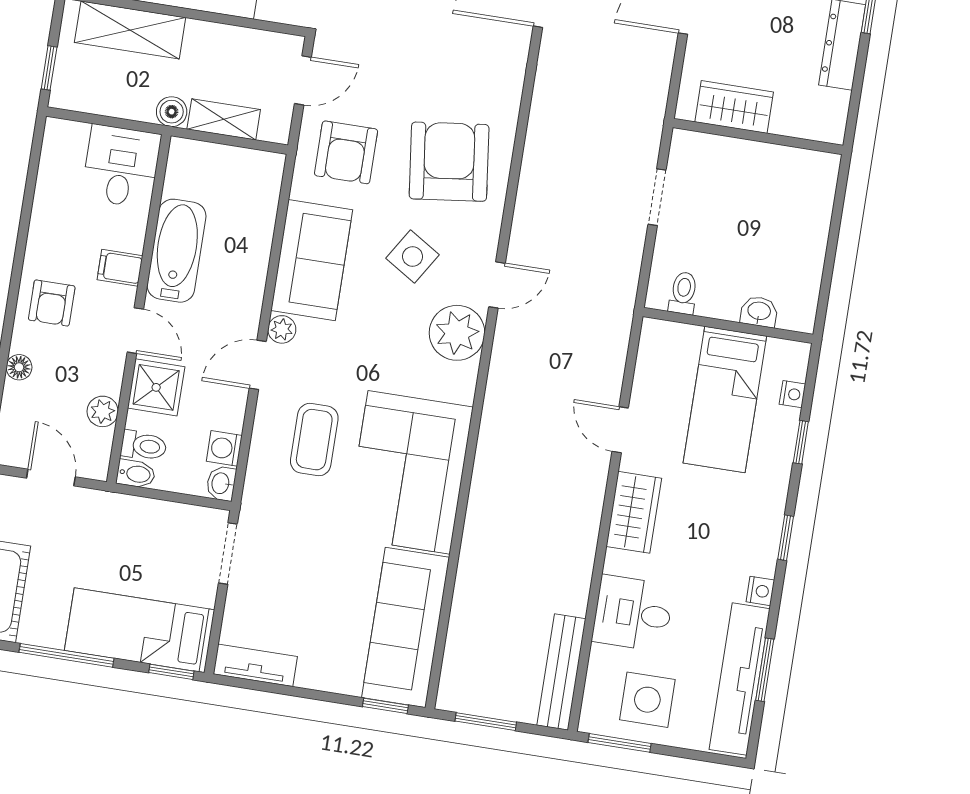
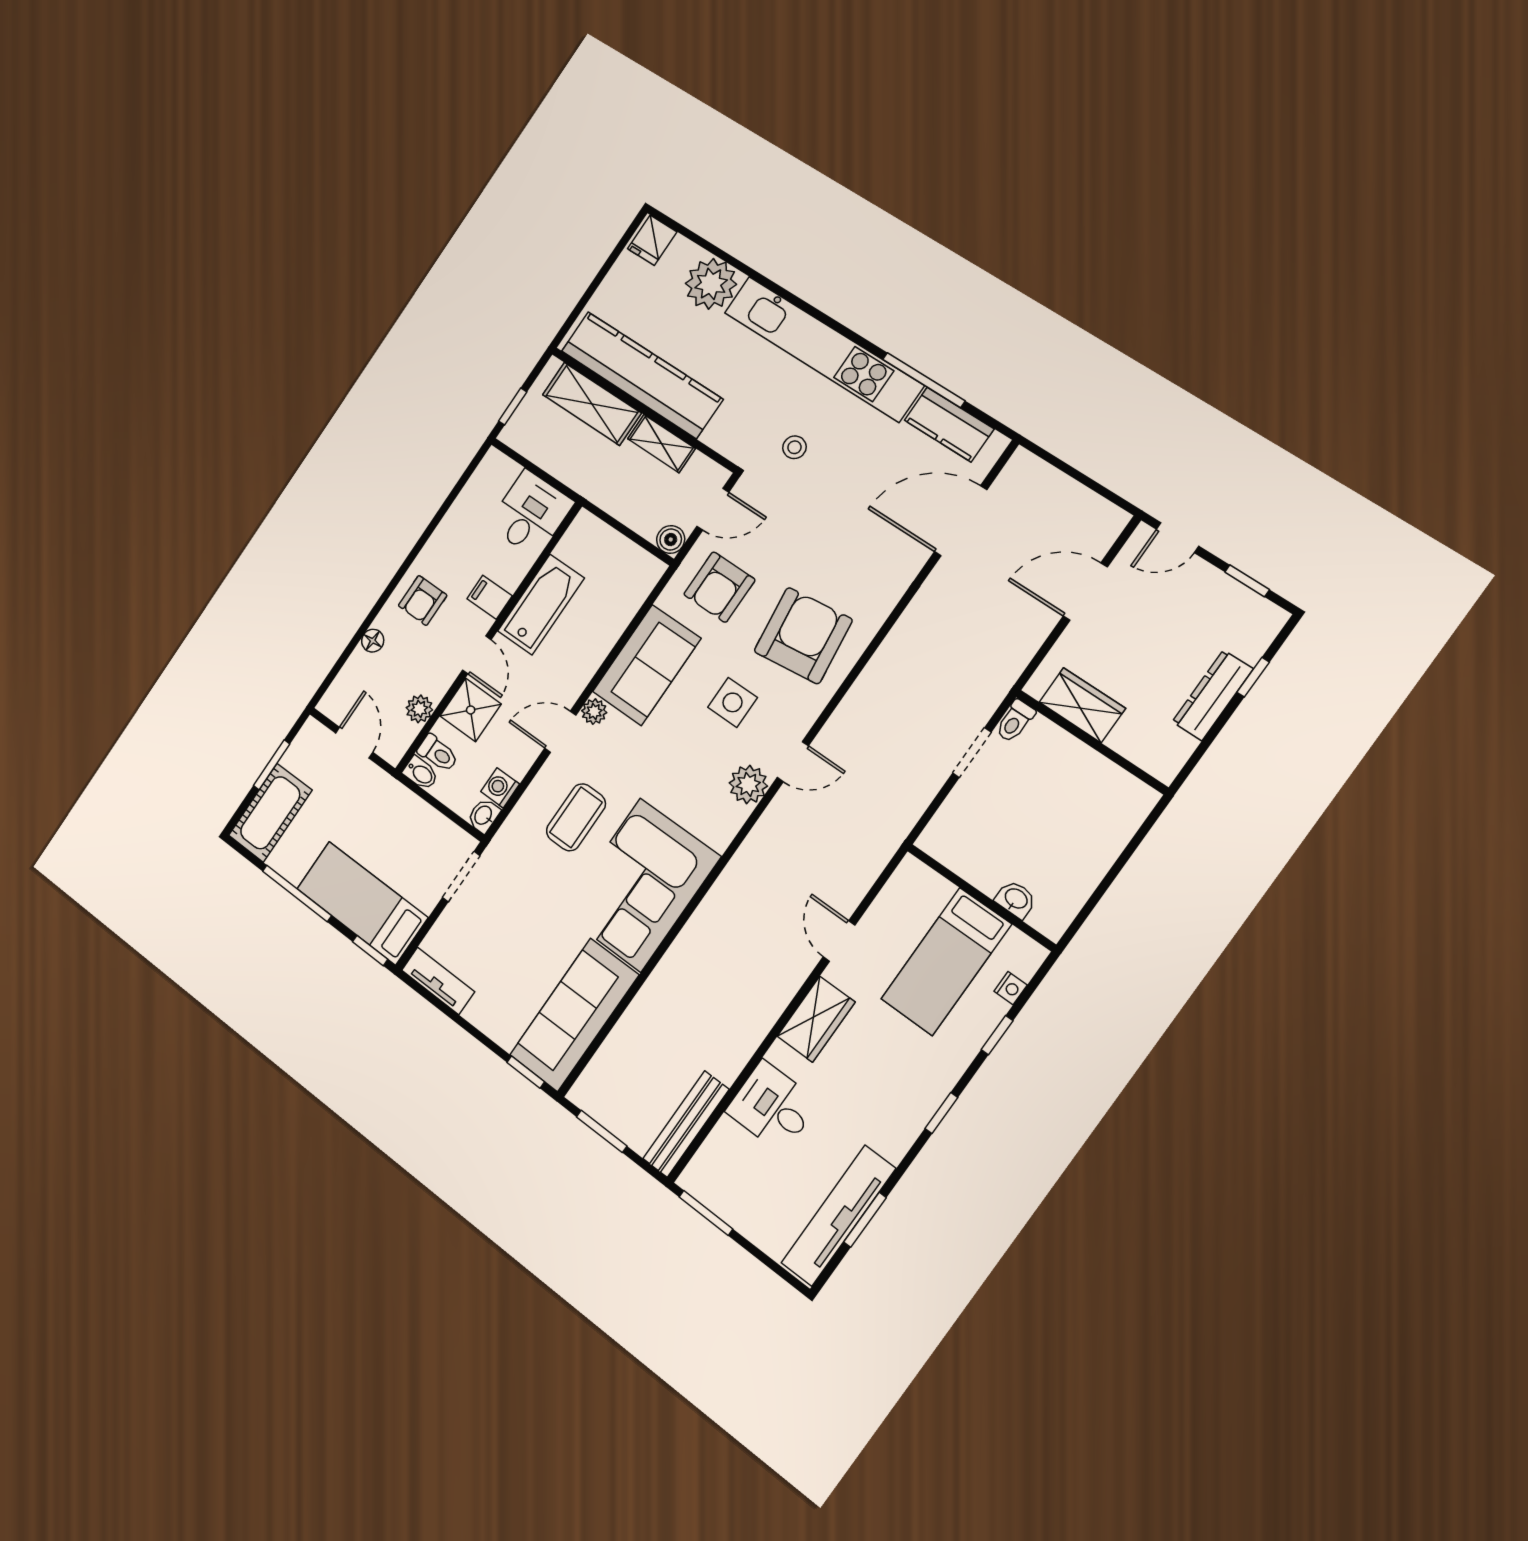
boiler: (172, 112) -> (671, 540), moved
shelving: (224, 119) -> (661, 444), moved
side table: (413, 257) -> (732, 702), turned -32
toilet: (683, 293) -> (1015, 721), moved, turned 180
plant: (457, 333) -> (748, 784), width x0.73, depth x0.73
nightstand: (760, 591) -> (895, 1148), removed
side table: (647, 700) -> (748, 1189), removed

